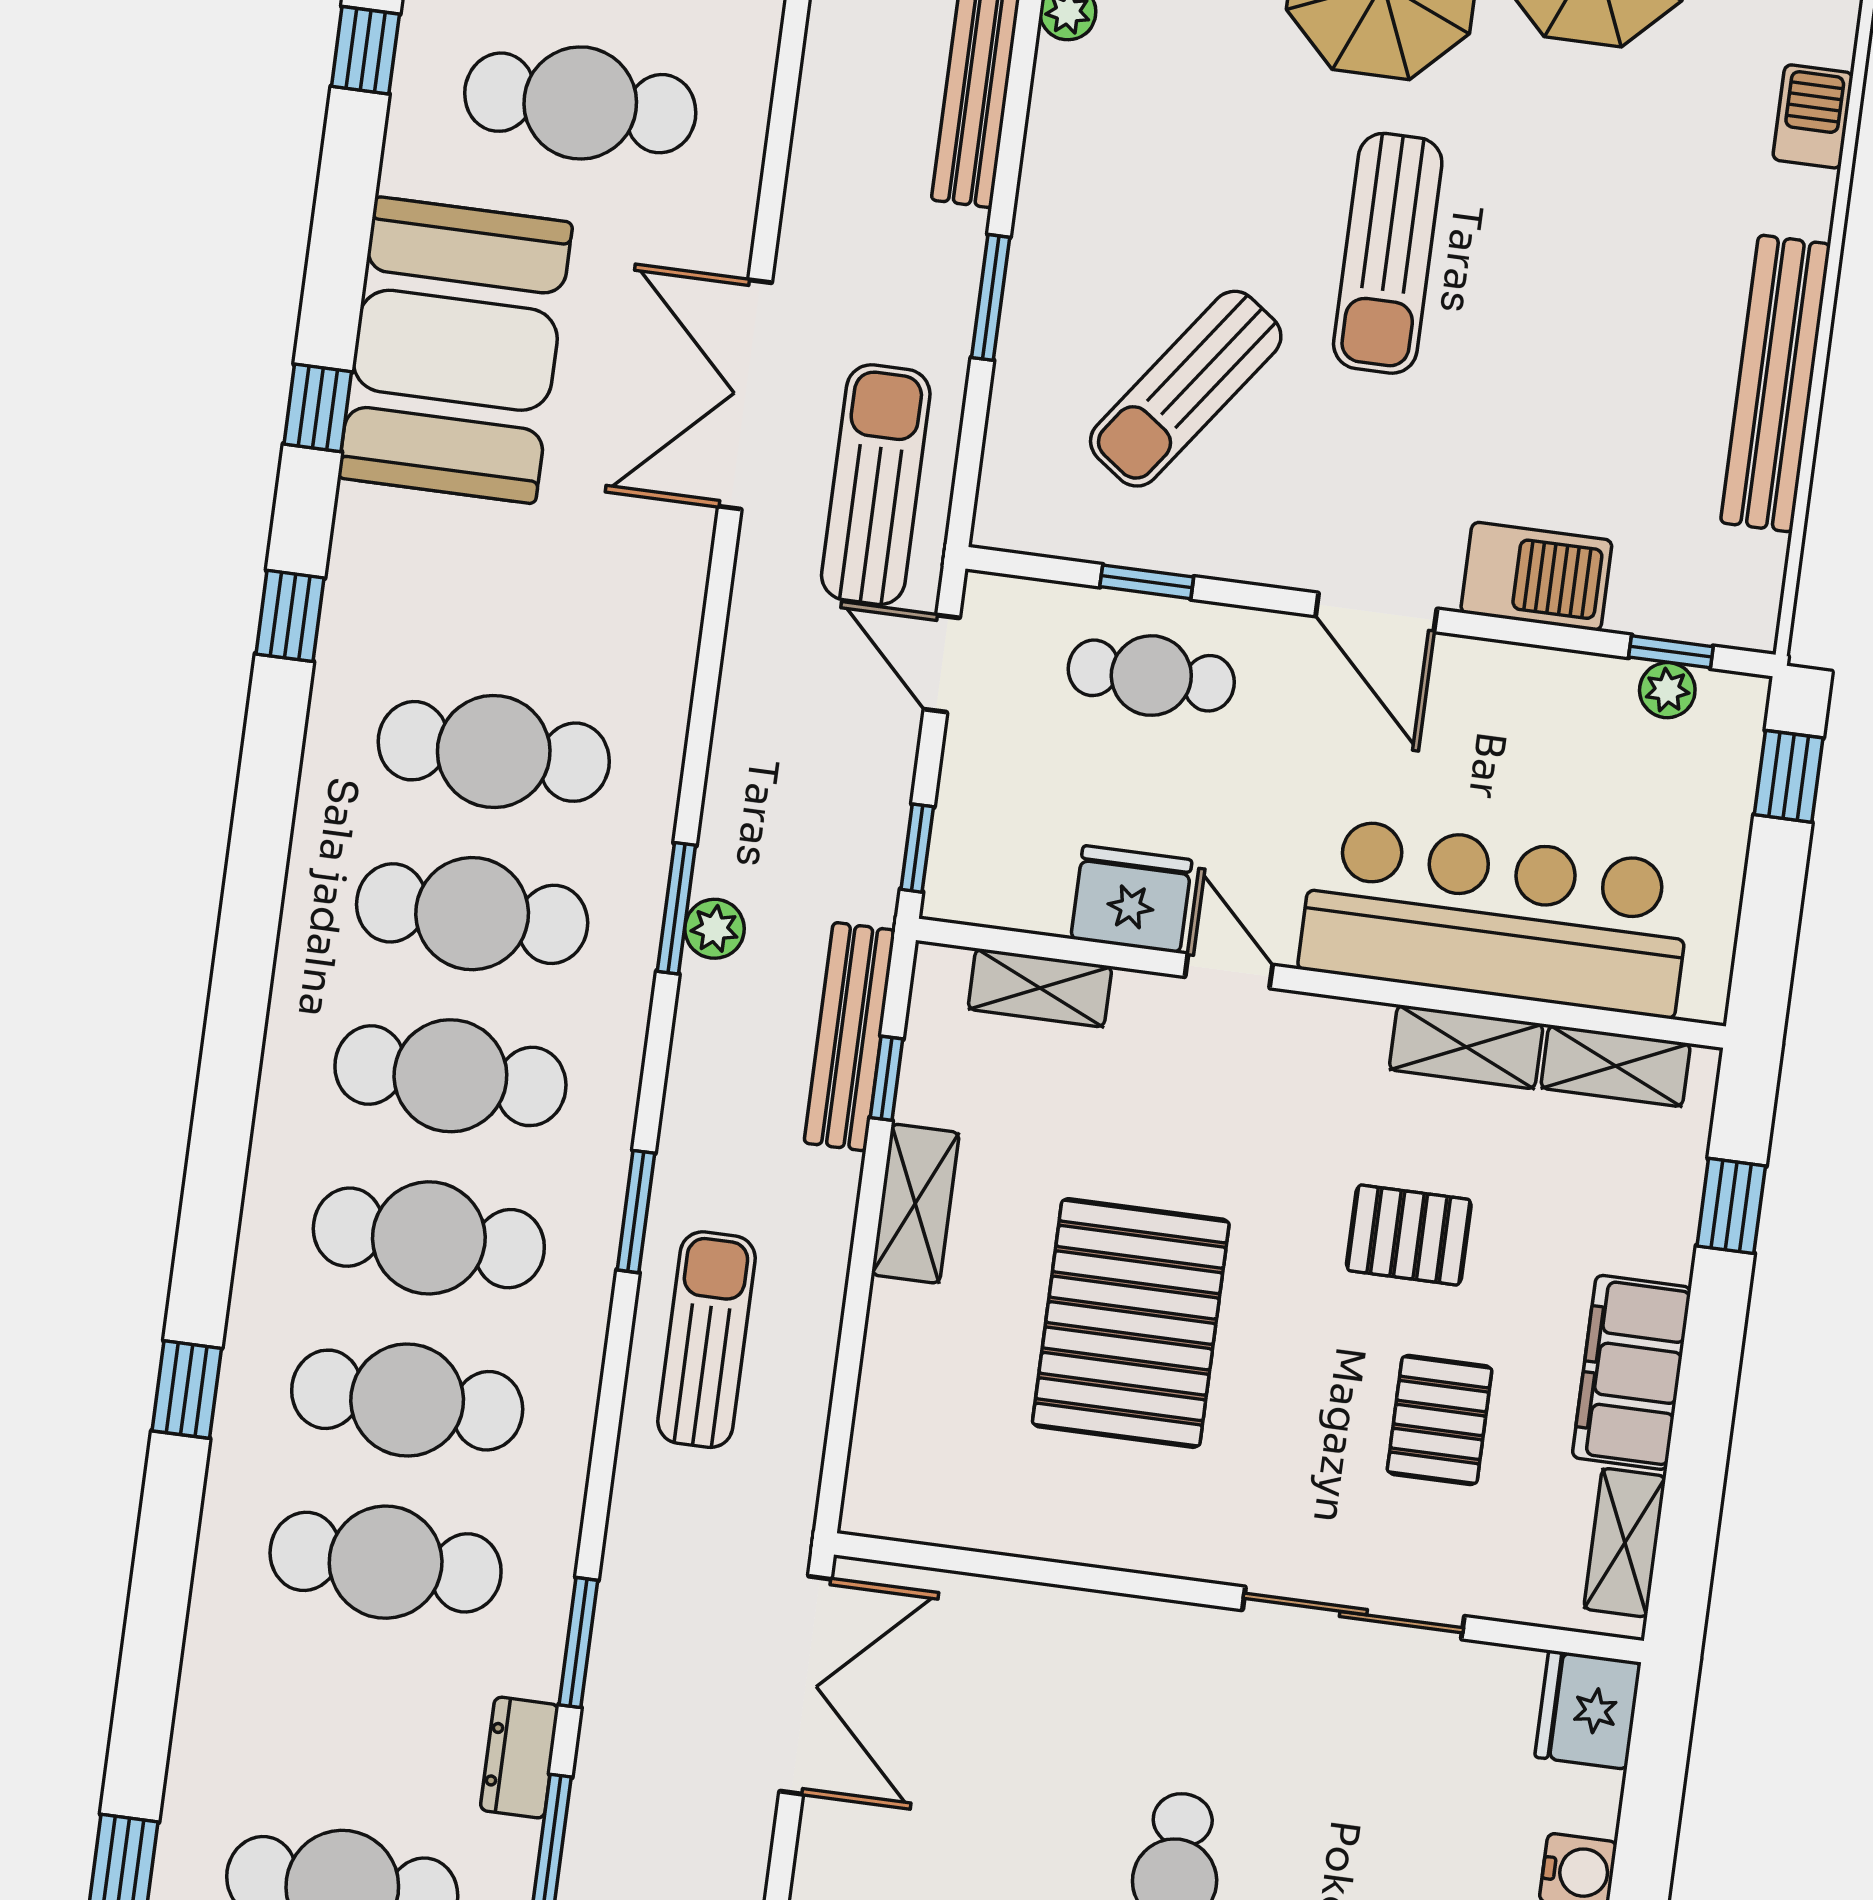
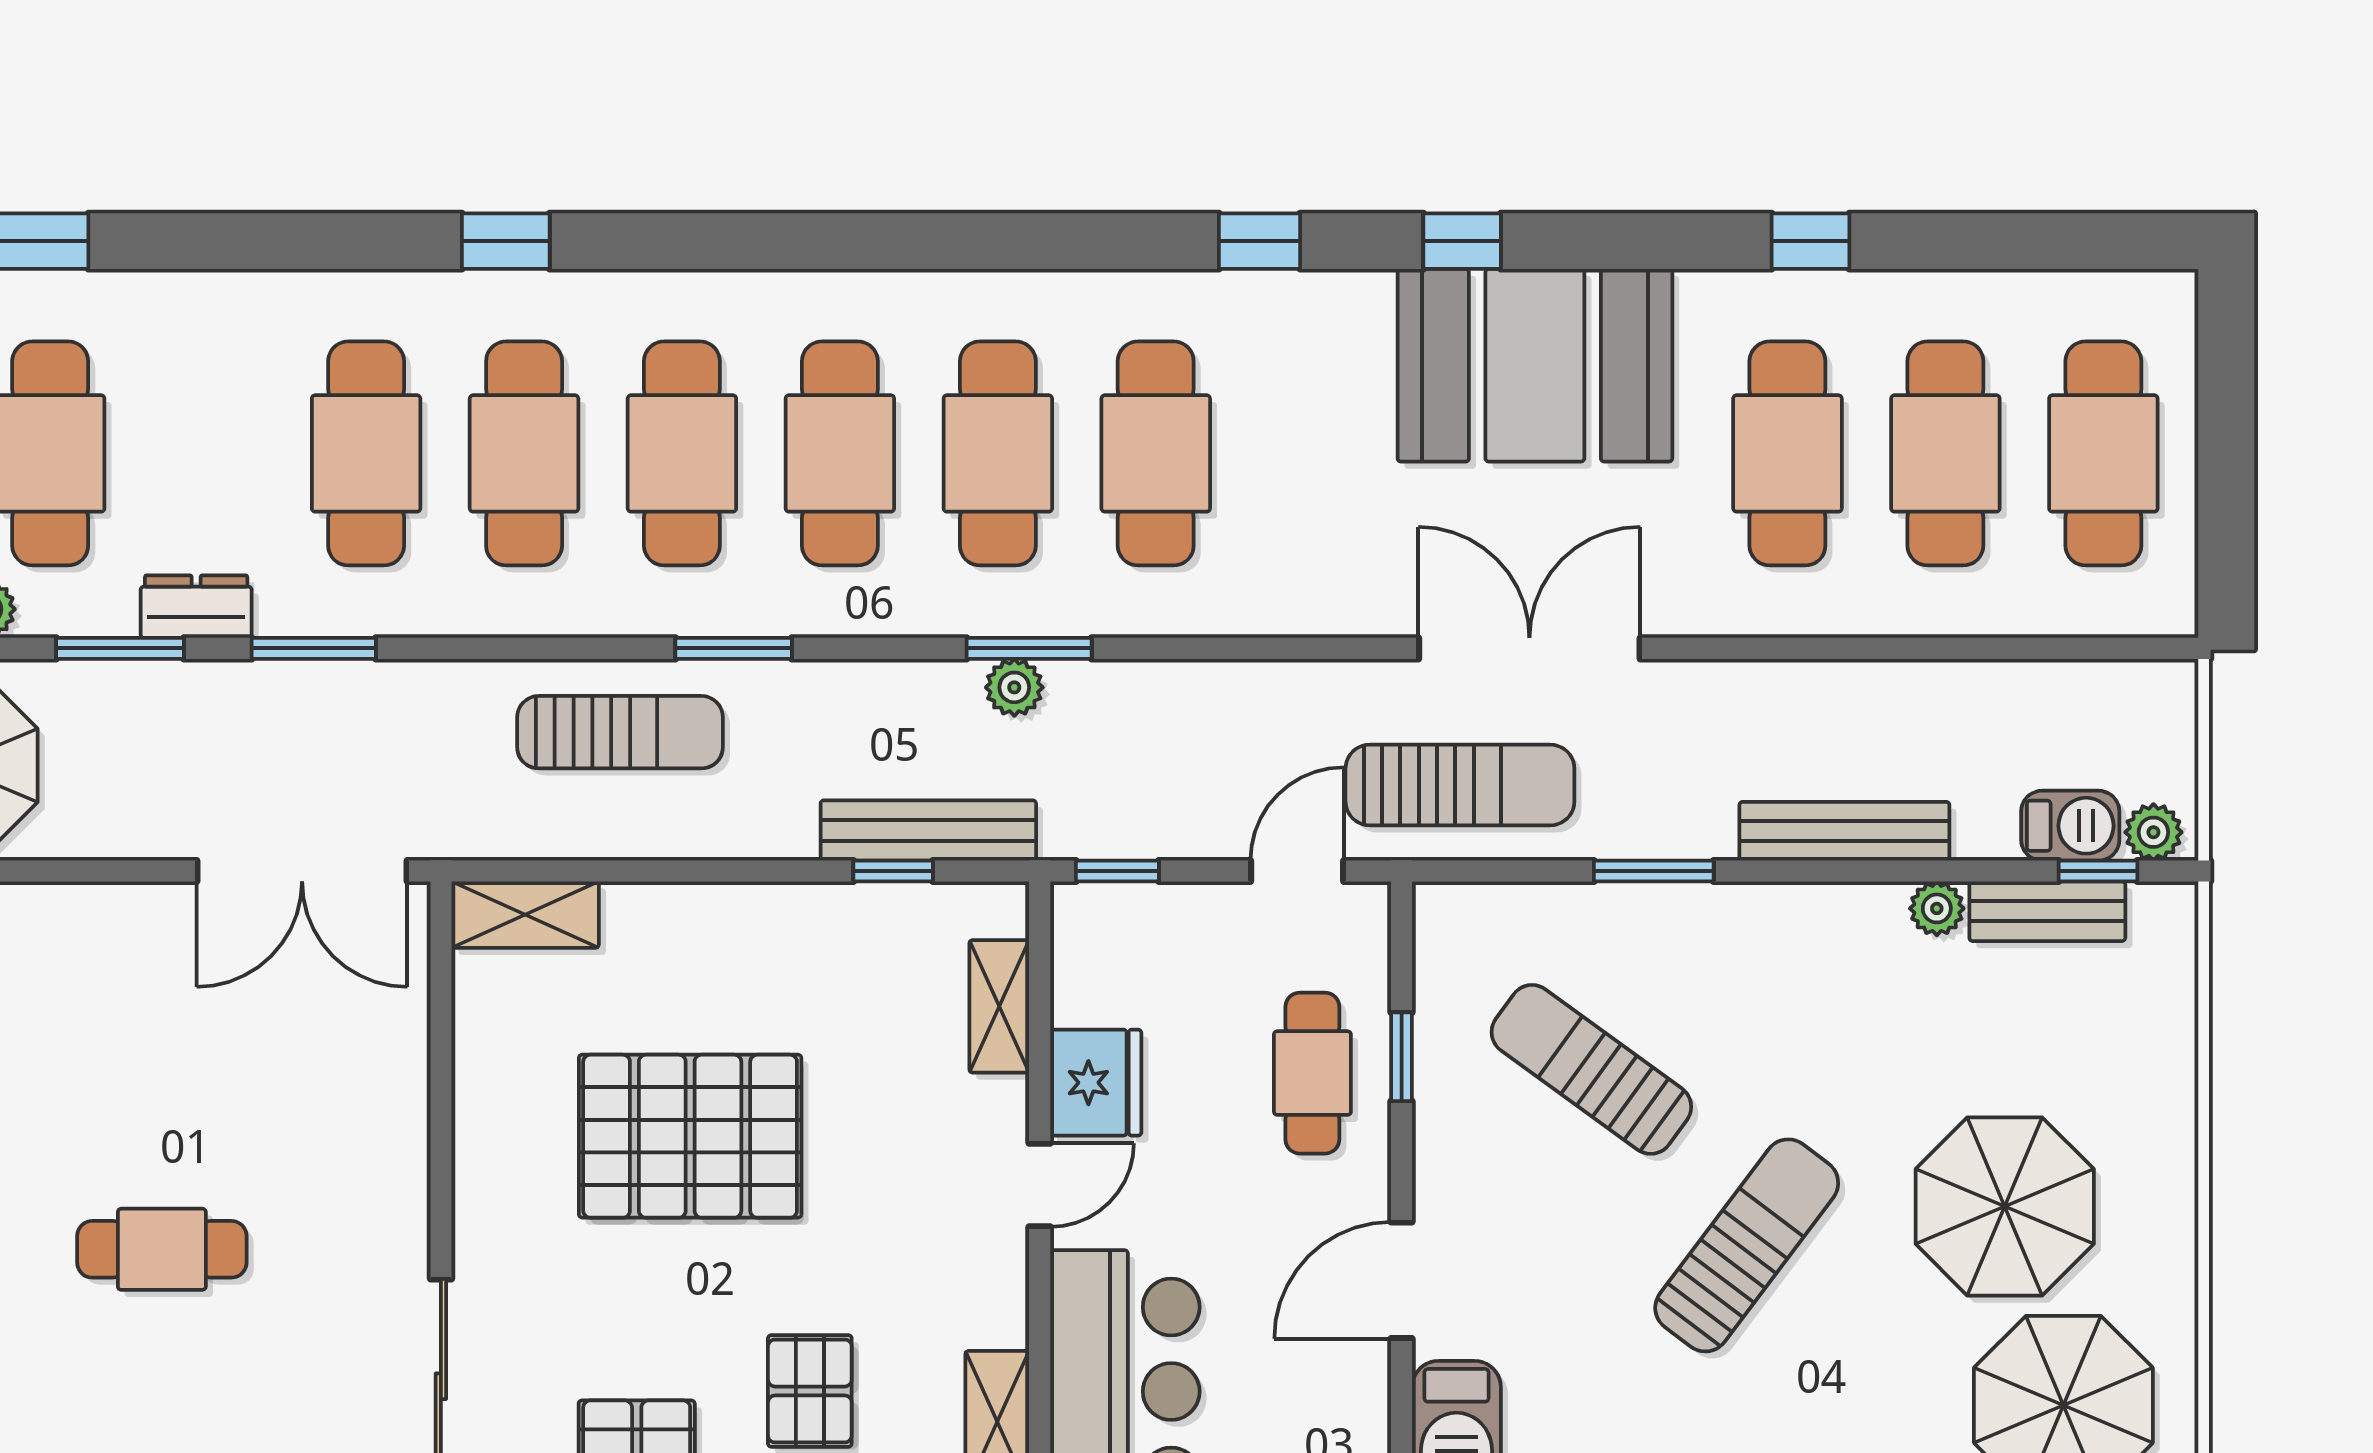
sun lounger: (1388, 253) -> (1747, 1245), turned 127
shelving: (915, 1204) -> (525, 915), moved

